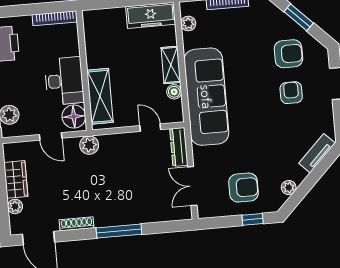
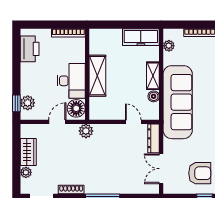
shelving: (100, 96) -> (97, 76), moved
door: (51, 136) -> (57, 122), swing flipped

